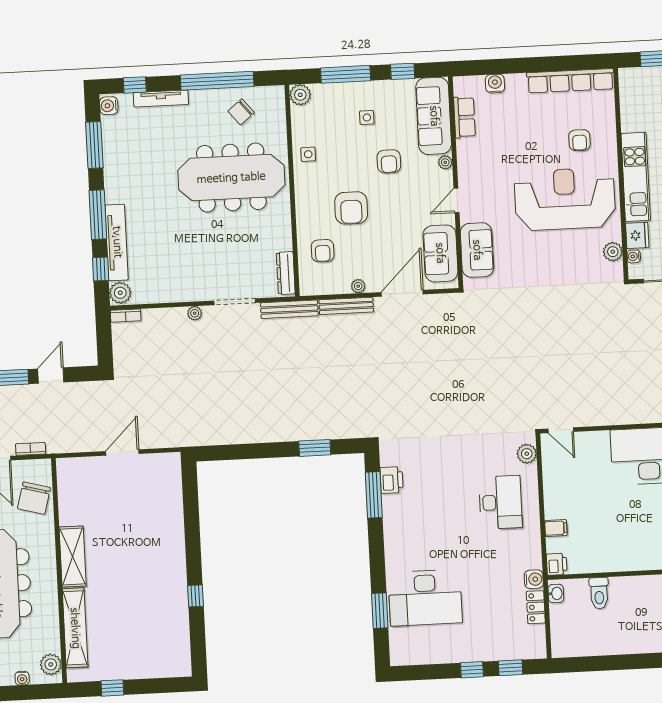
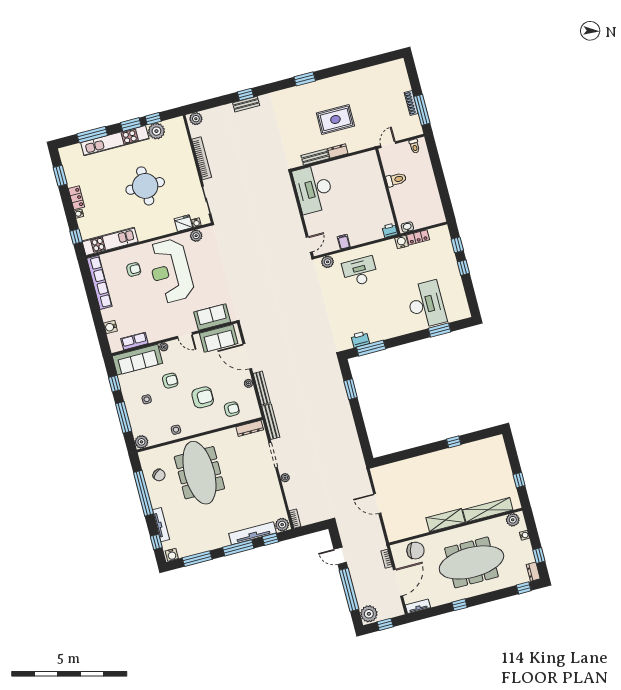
kitchen unit: (636, 177) -> (110, 241), moved
filing cabinet: (556, 528) -> (344, 242), moved
toilet: (599, 593) -> (396, 180), moved

